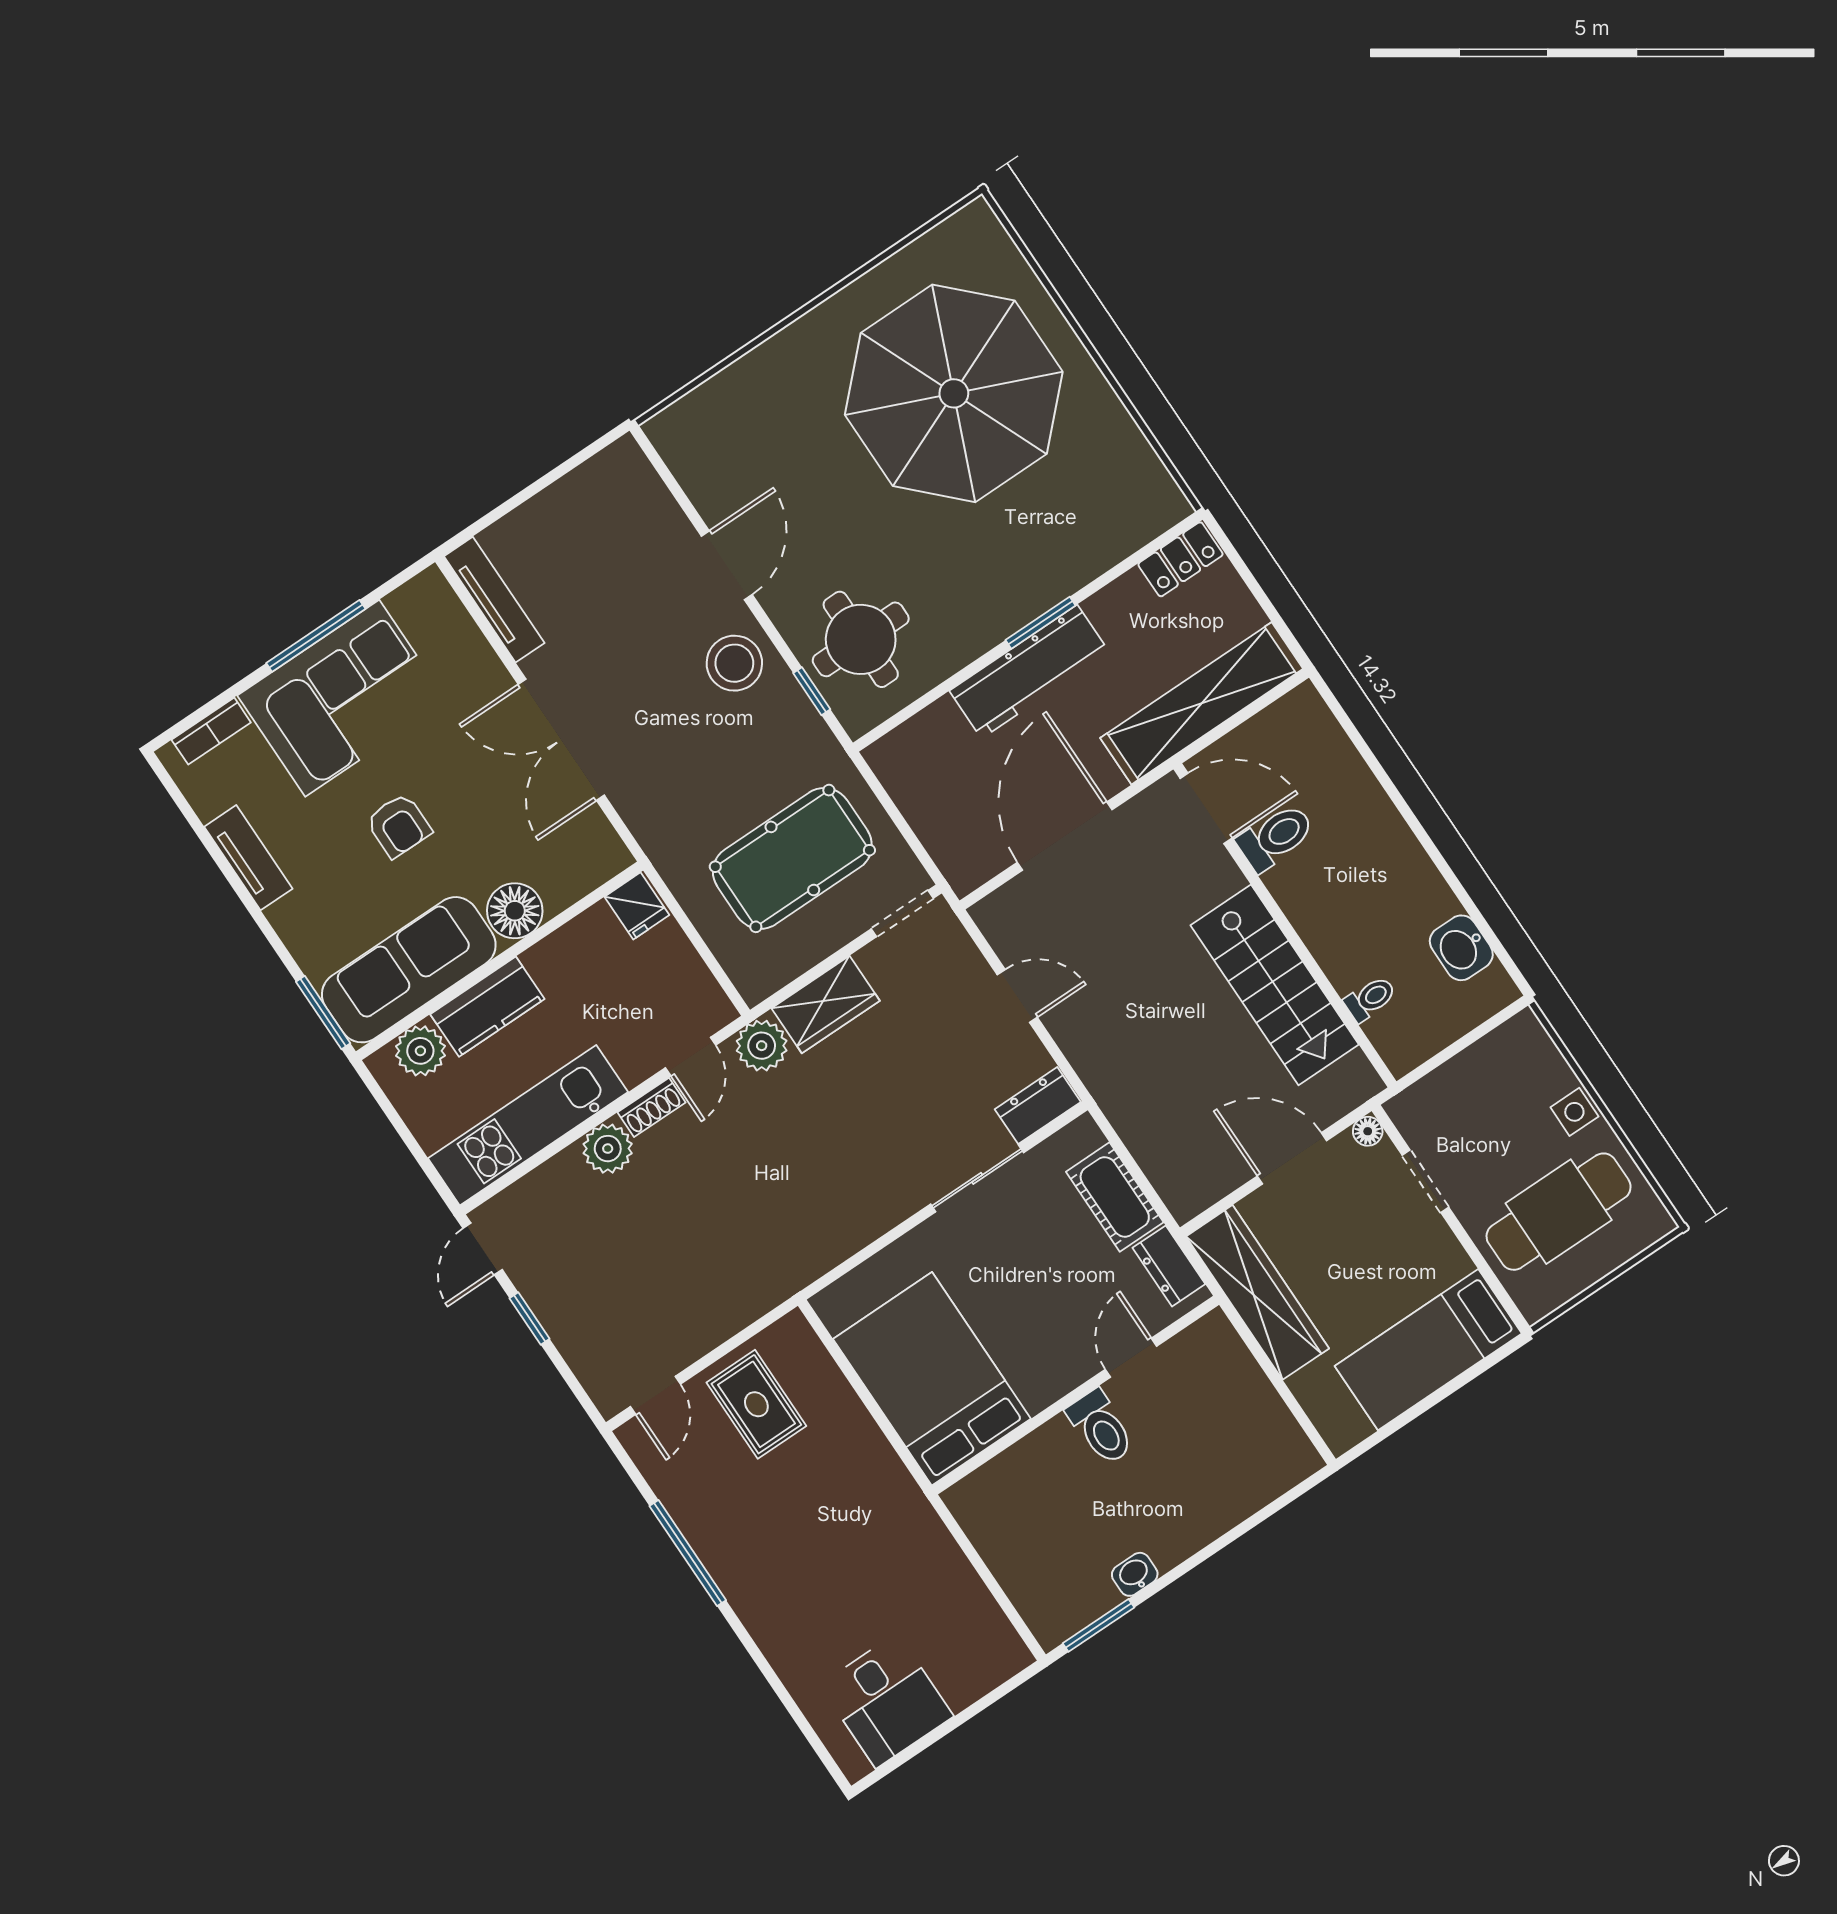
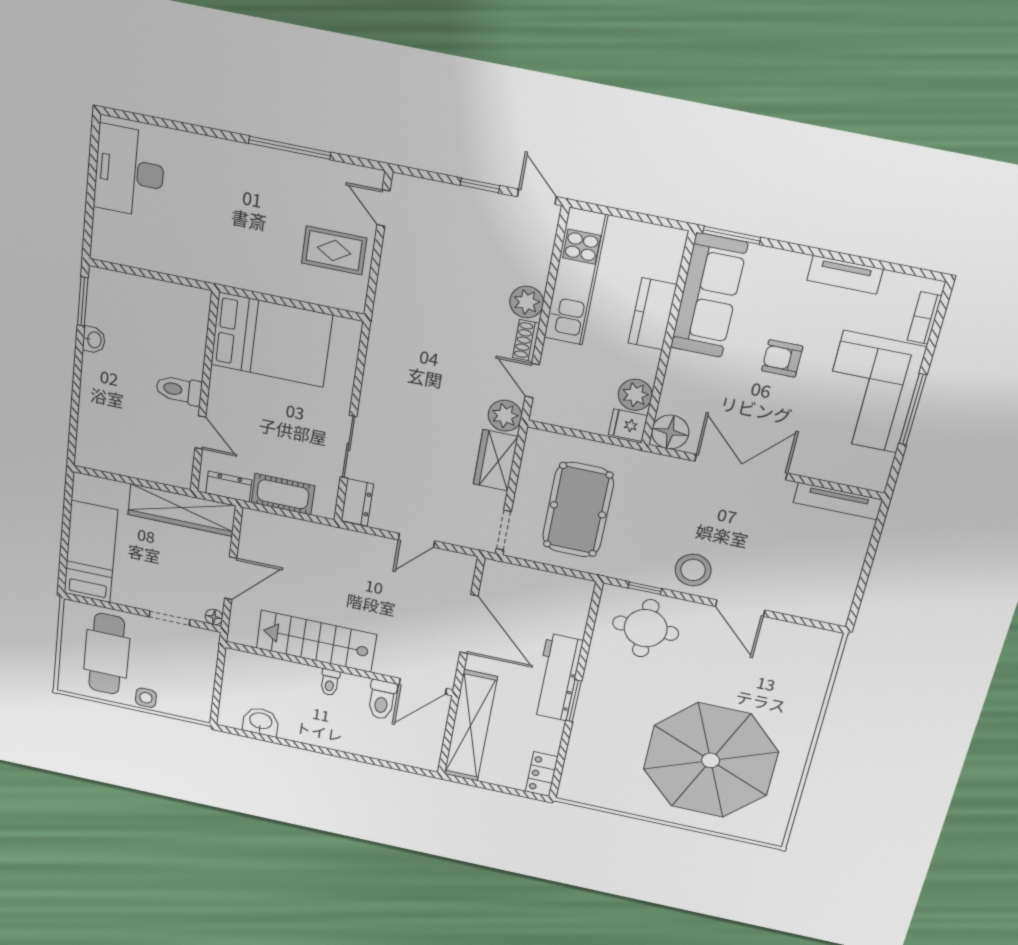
floor lamp: (515, 911) -> (670, 432), moved
toilet: (1370, 999) -> (330, 682), moved
plant: (420, 1051) -> (635, 395), moved
desk: (887, 1701) -> (130, 171), width x1.37

